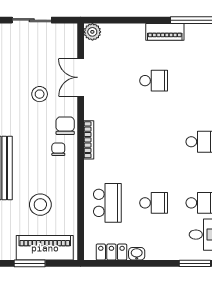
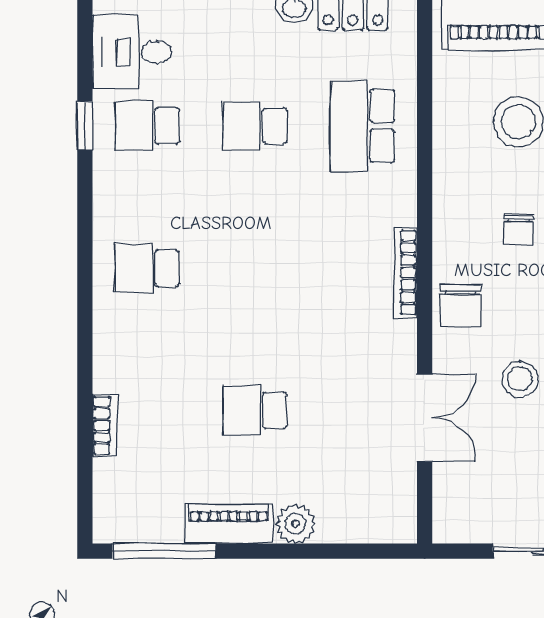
plant: (92, 32) -> (296, 524), moved
chair: (58, 149) -> (519, 229), moved

